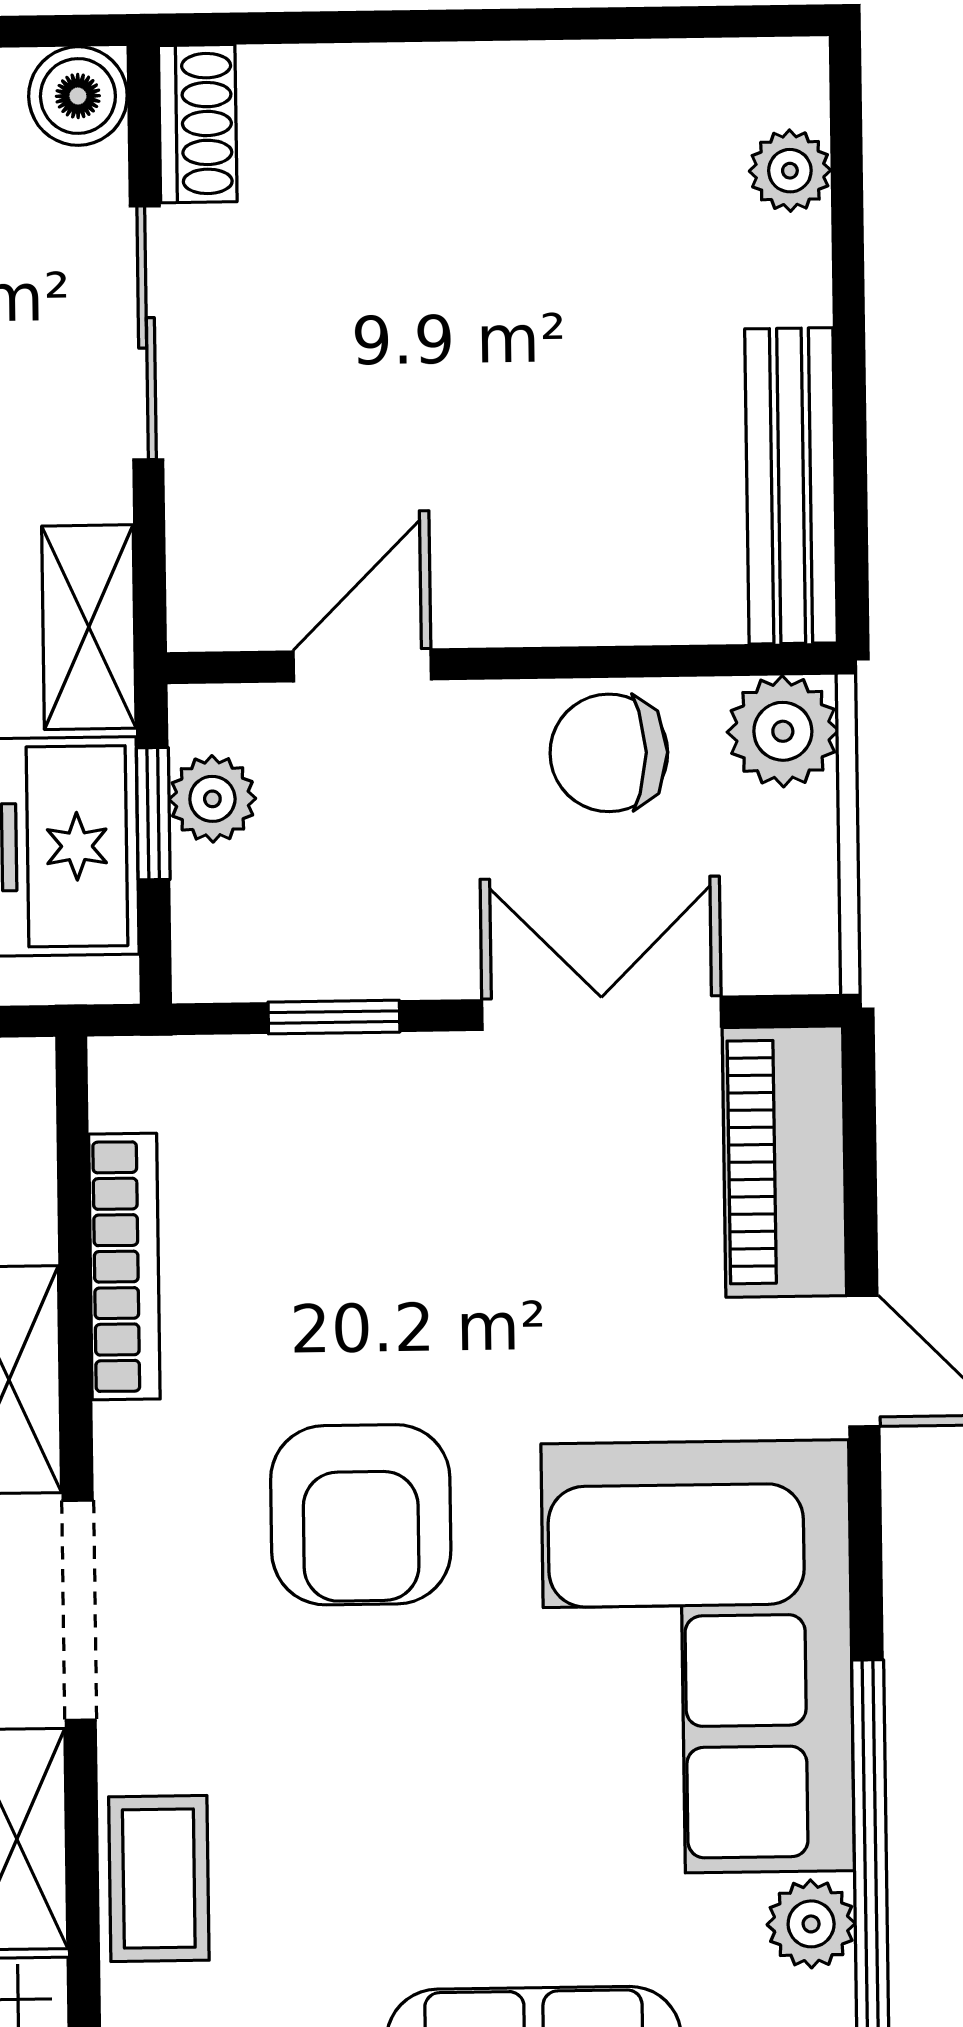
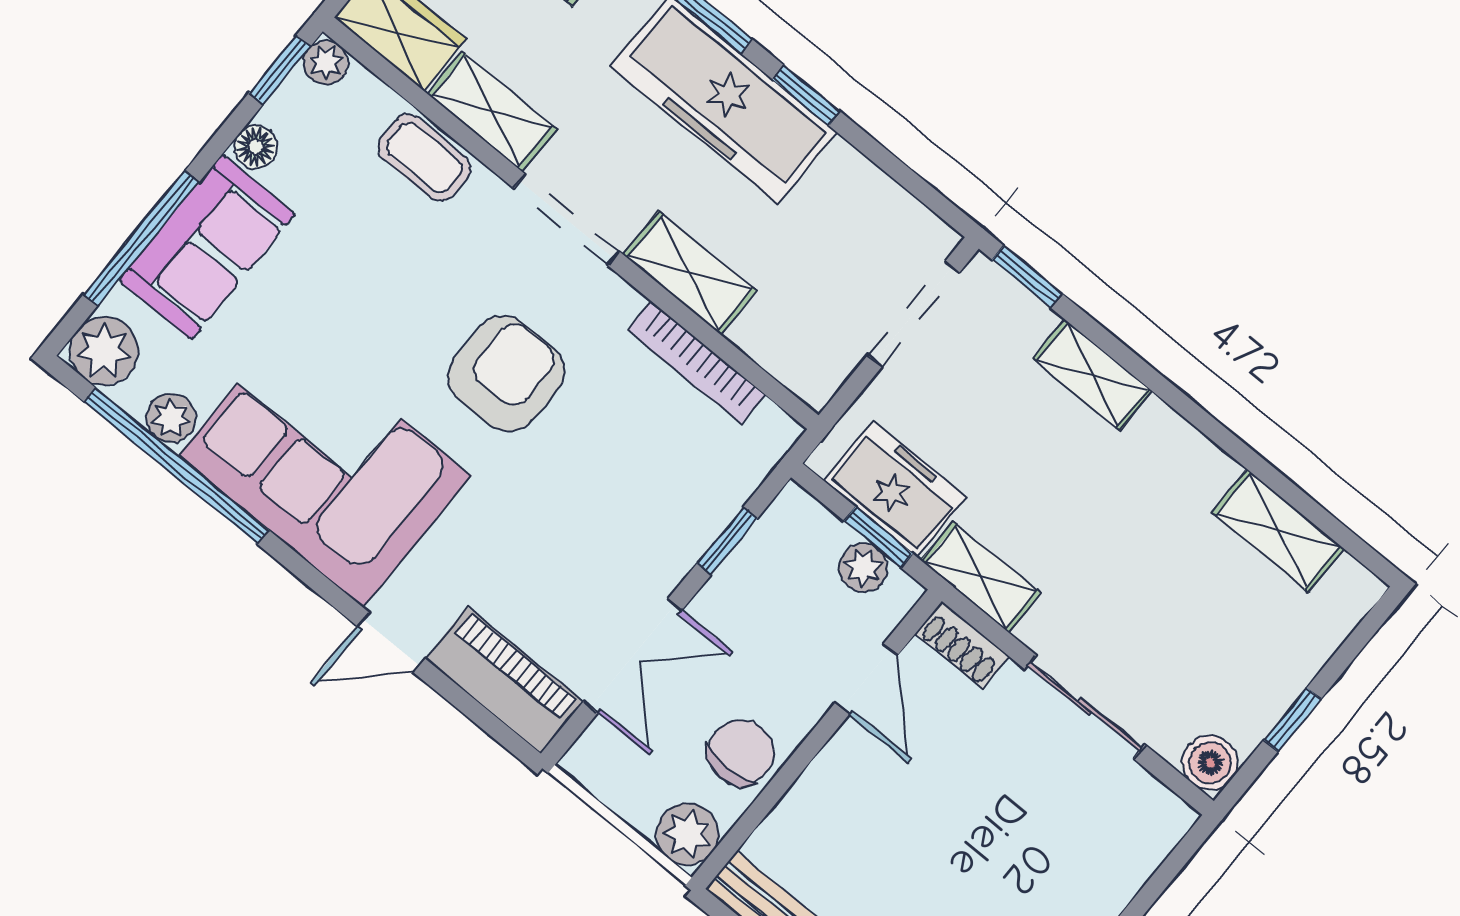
shoe rack: (198, 124) -> (962, 645), moved
armchair: (361, 1515) -> (506, 374), turned 90

